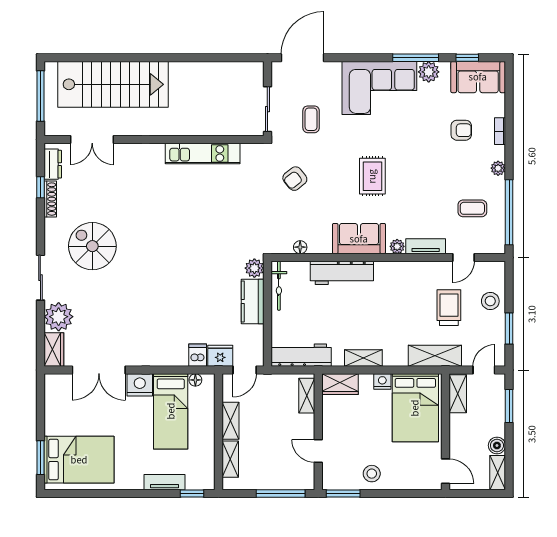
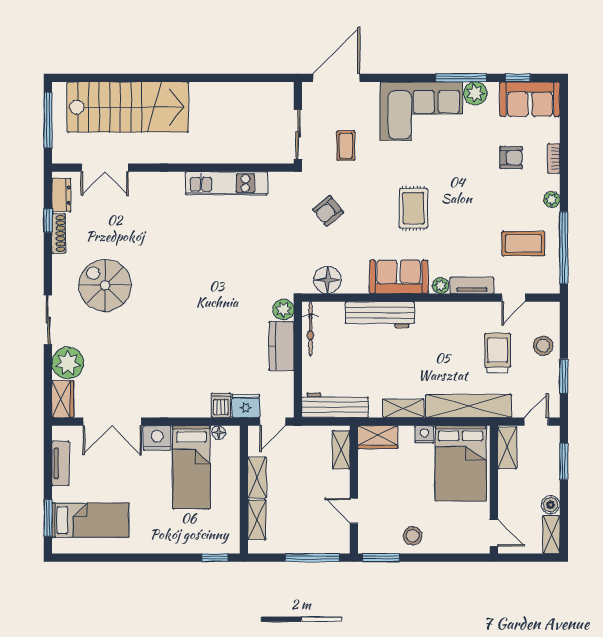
coffee table: (472, 208) -> (523, 244), width x1.36, depth x1.30
floor lamp: (300, 247) -> (327, 280), width x1.89, depth x1.89
shelving: (435, 356) -> (469, 406), width x1.47
bed: (79, 460) -> (90, 520), width x0.67
tv unit: (165, 482) -> (60, 463), moved, turned 90

